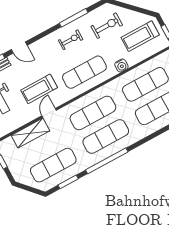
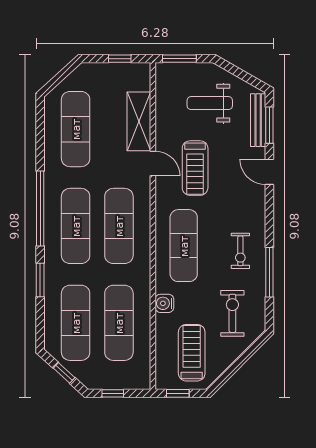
exercise bike: (107, 26) -> (232, 313), turned 180
door: (19, 47) -> (269, 172), hinge flipped
treadmill: (39, 89) -> (195, 168), turned 180
window: (68, 182) -> (40, 280), moved

